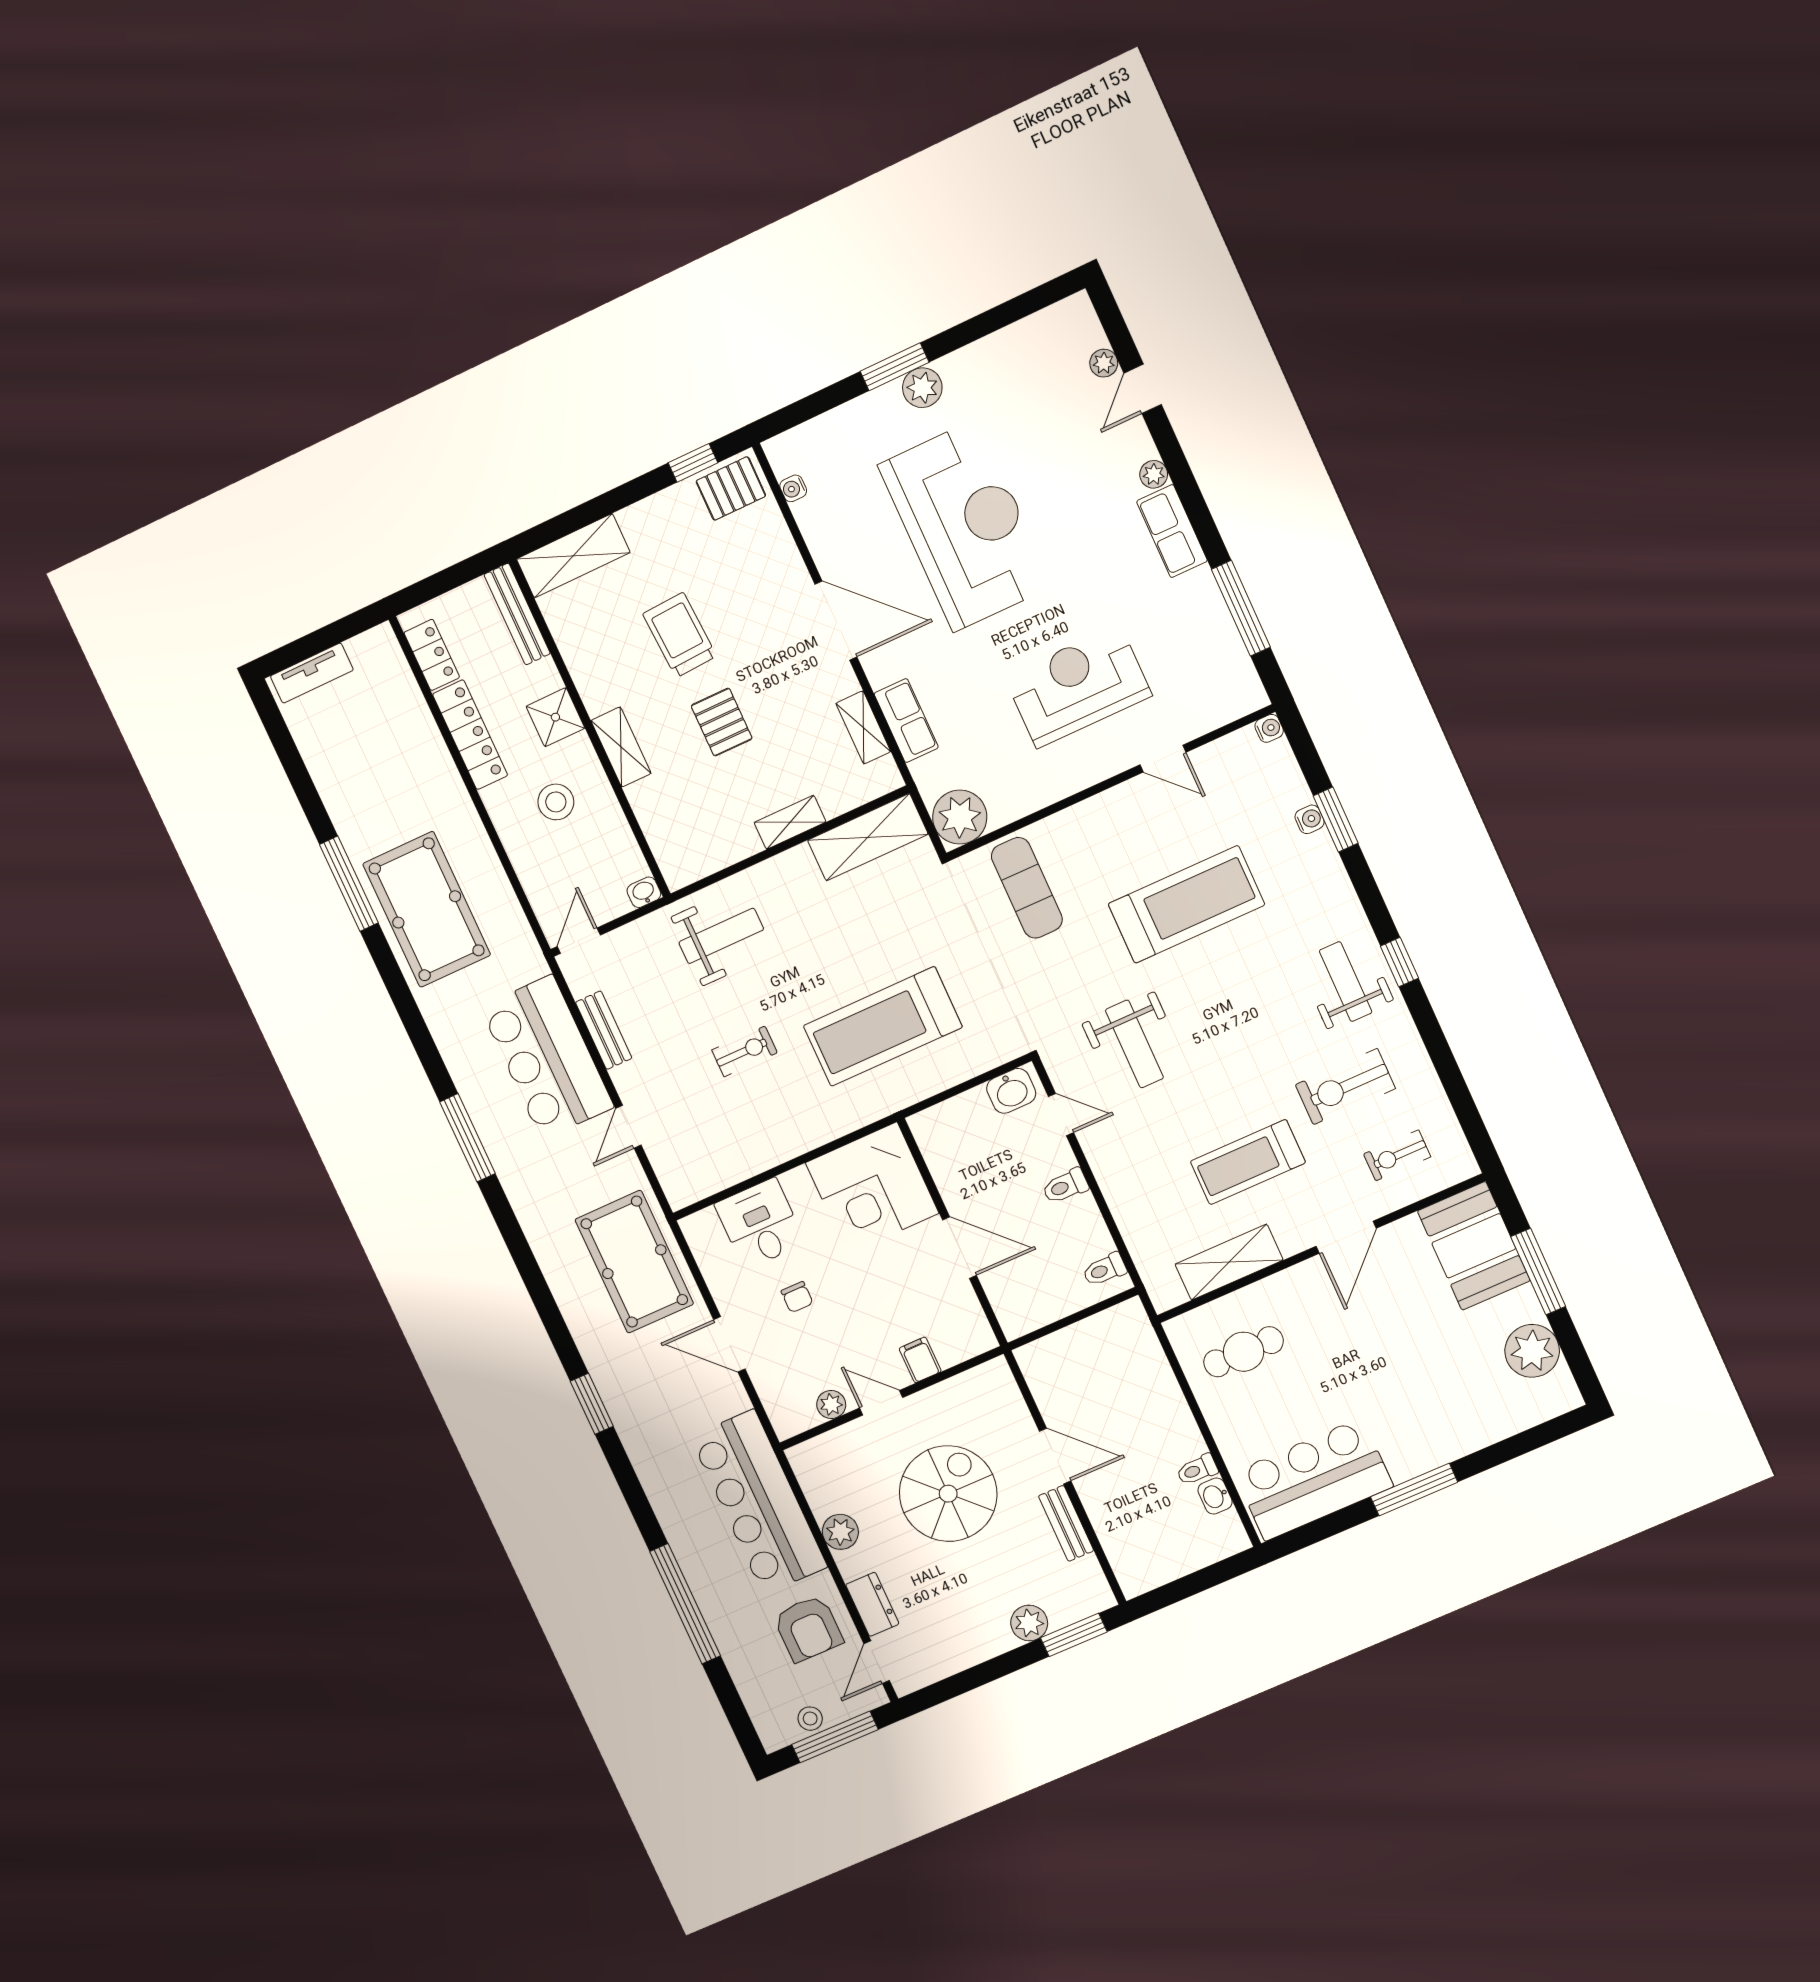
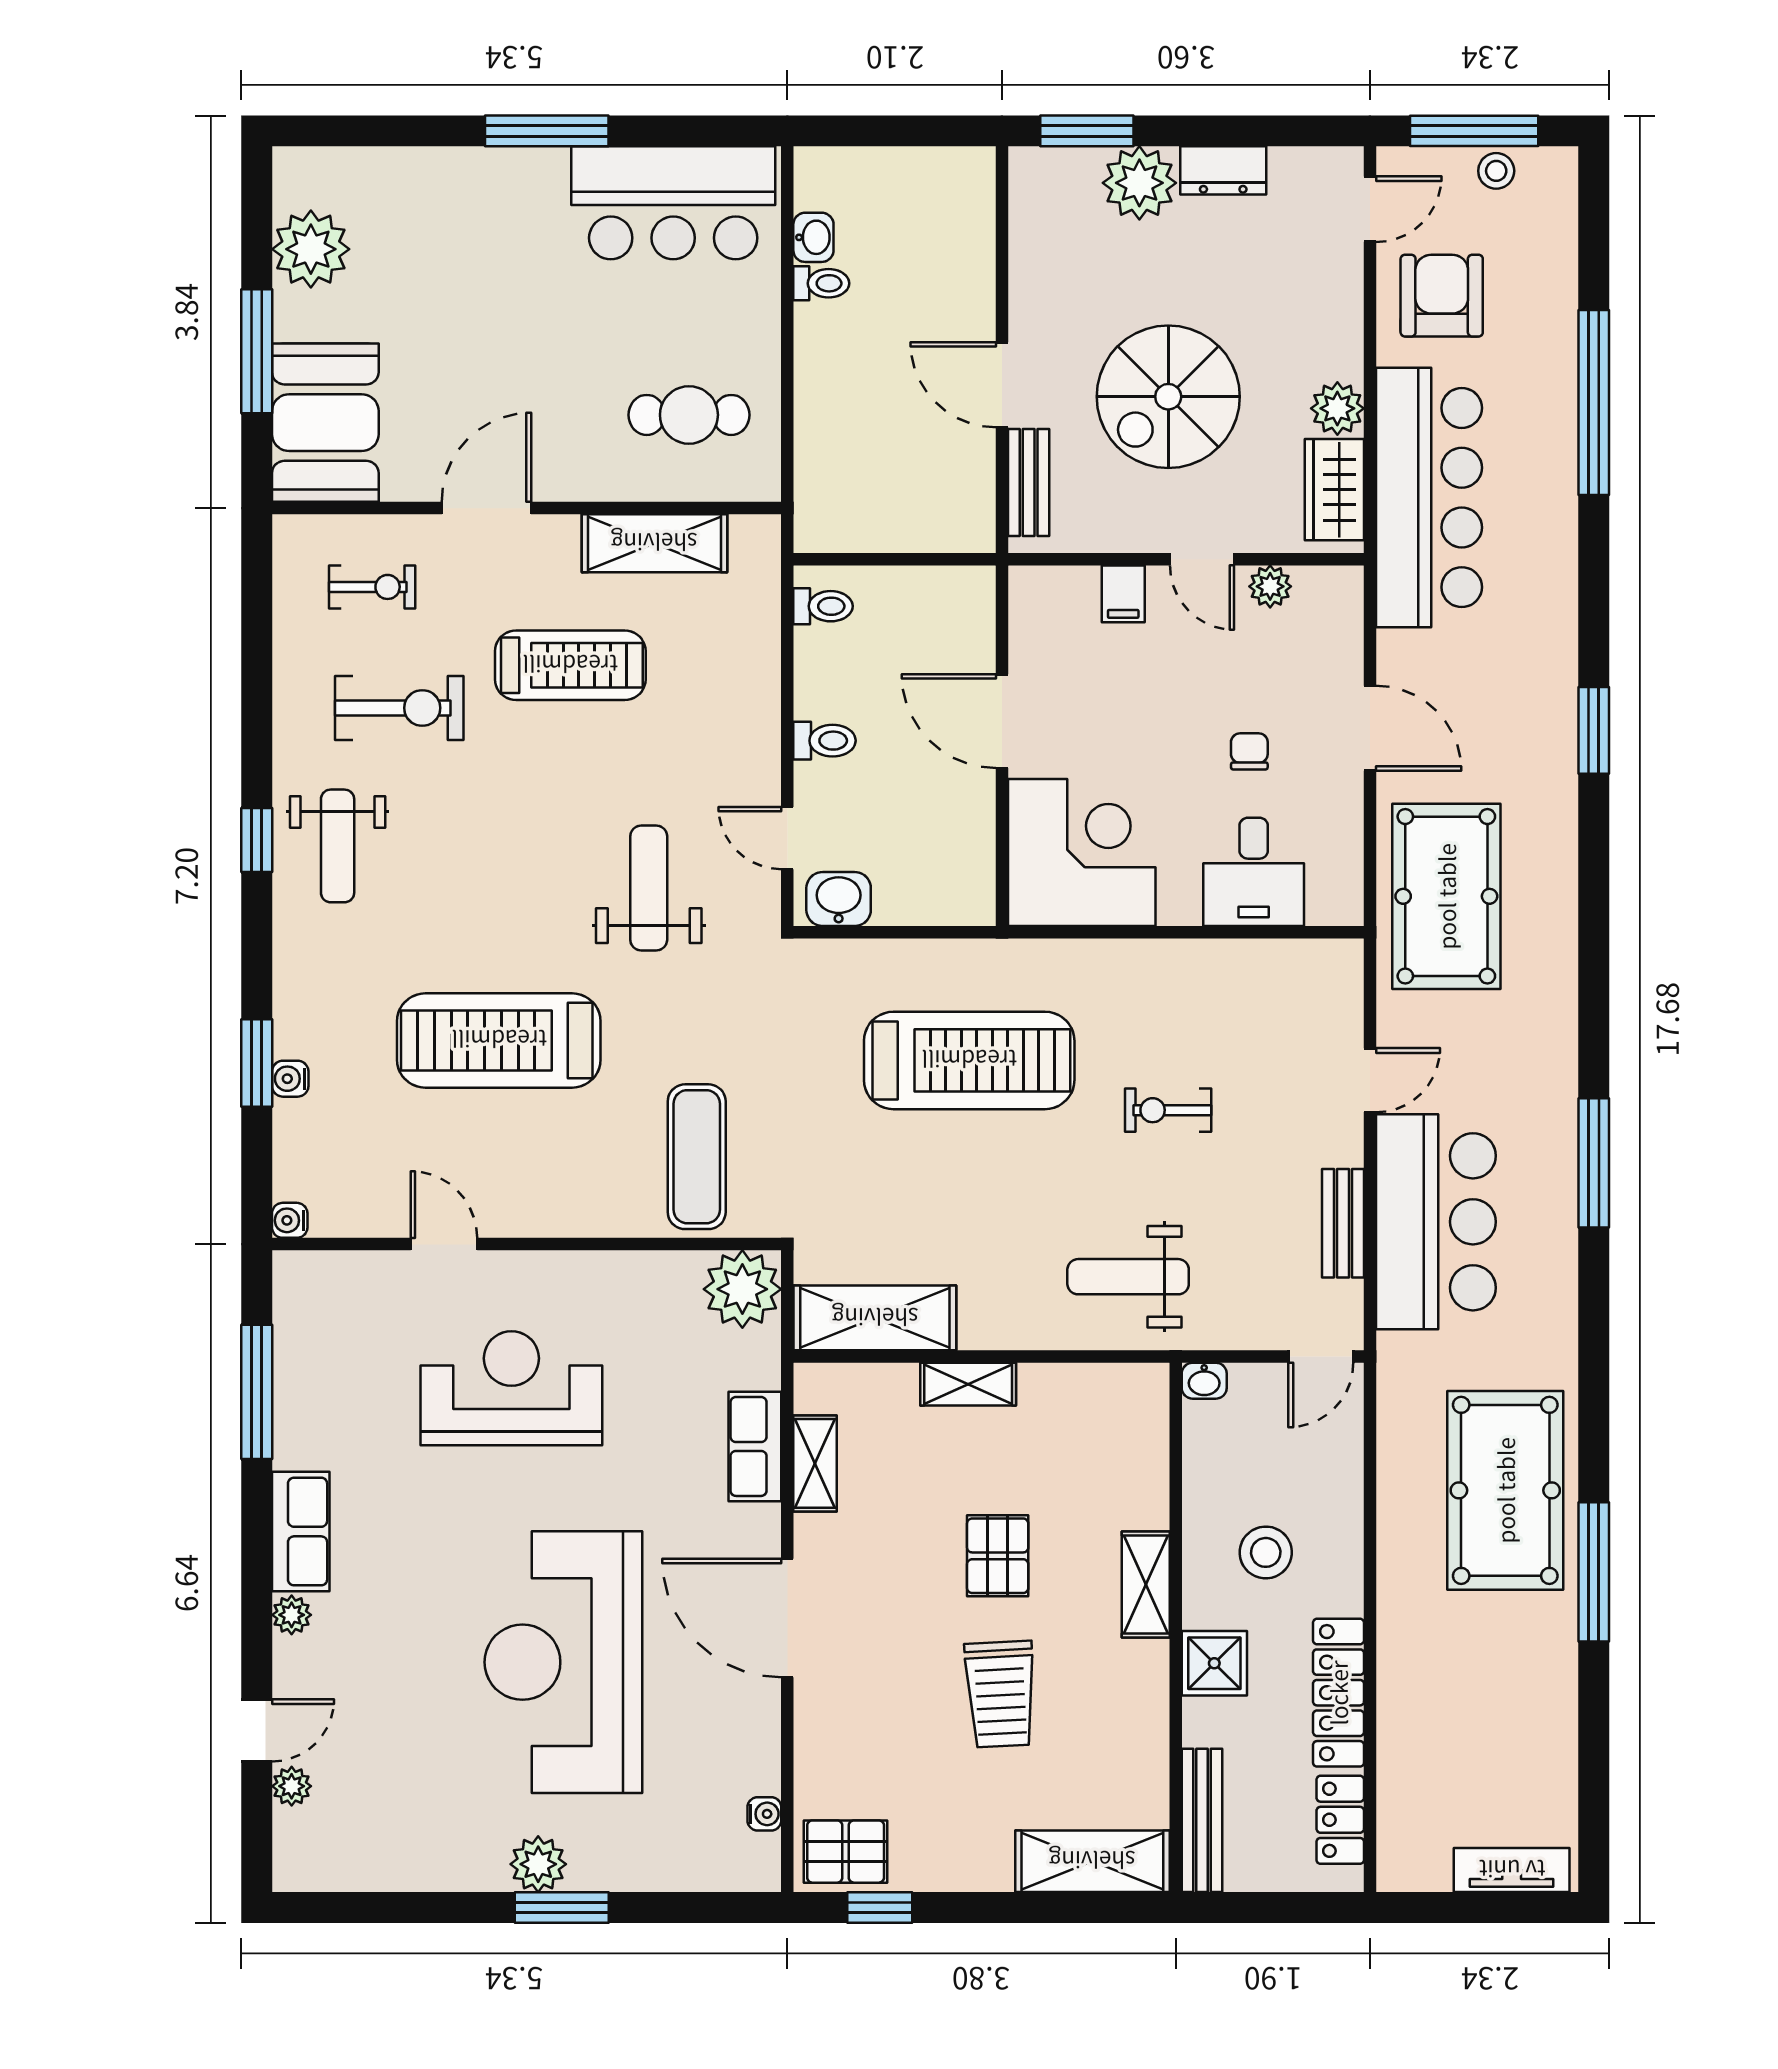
reception desk: (1078, 686) -> (511, 1388), turned 180
wardrobe: (819, 1481) -> (1334, 490), added
bench: (1066, 1523) -> (1029, 482), moved
dresser: (872, 1604) -> (1223, 170), moved, turned -90
plant: (1029, 1623) -> (1139, 183), width x1.36, depth x1.36

